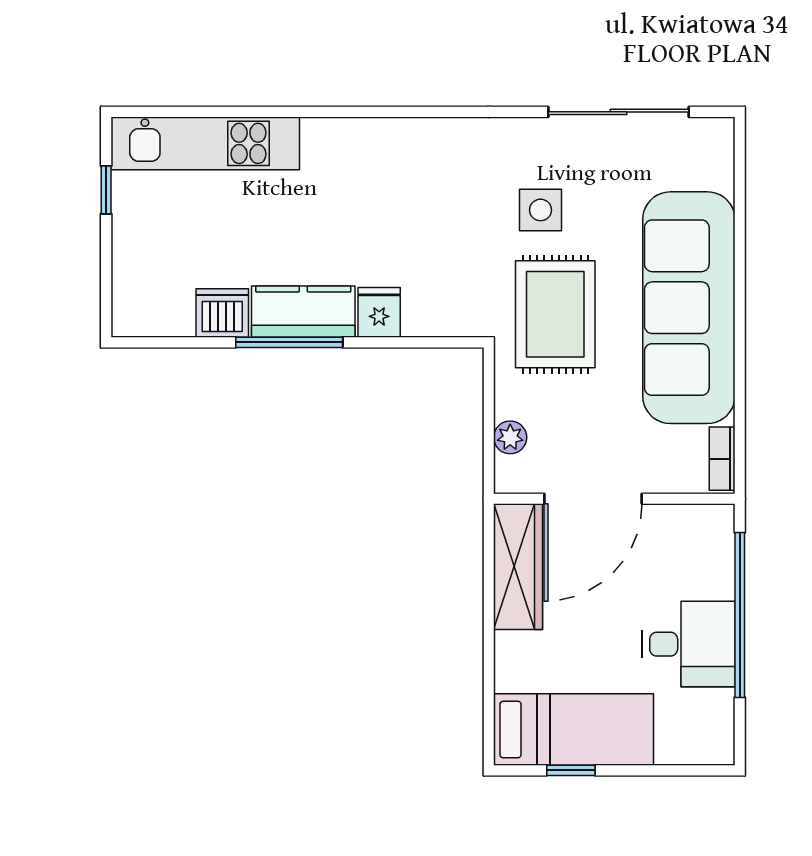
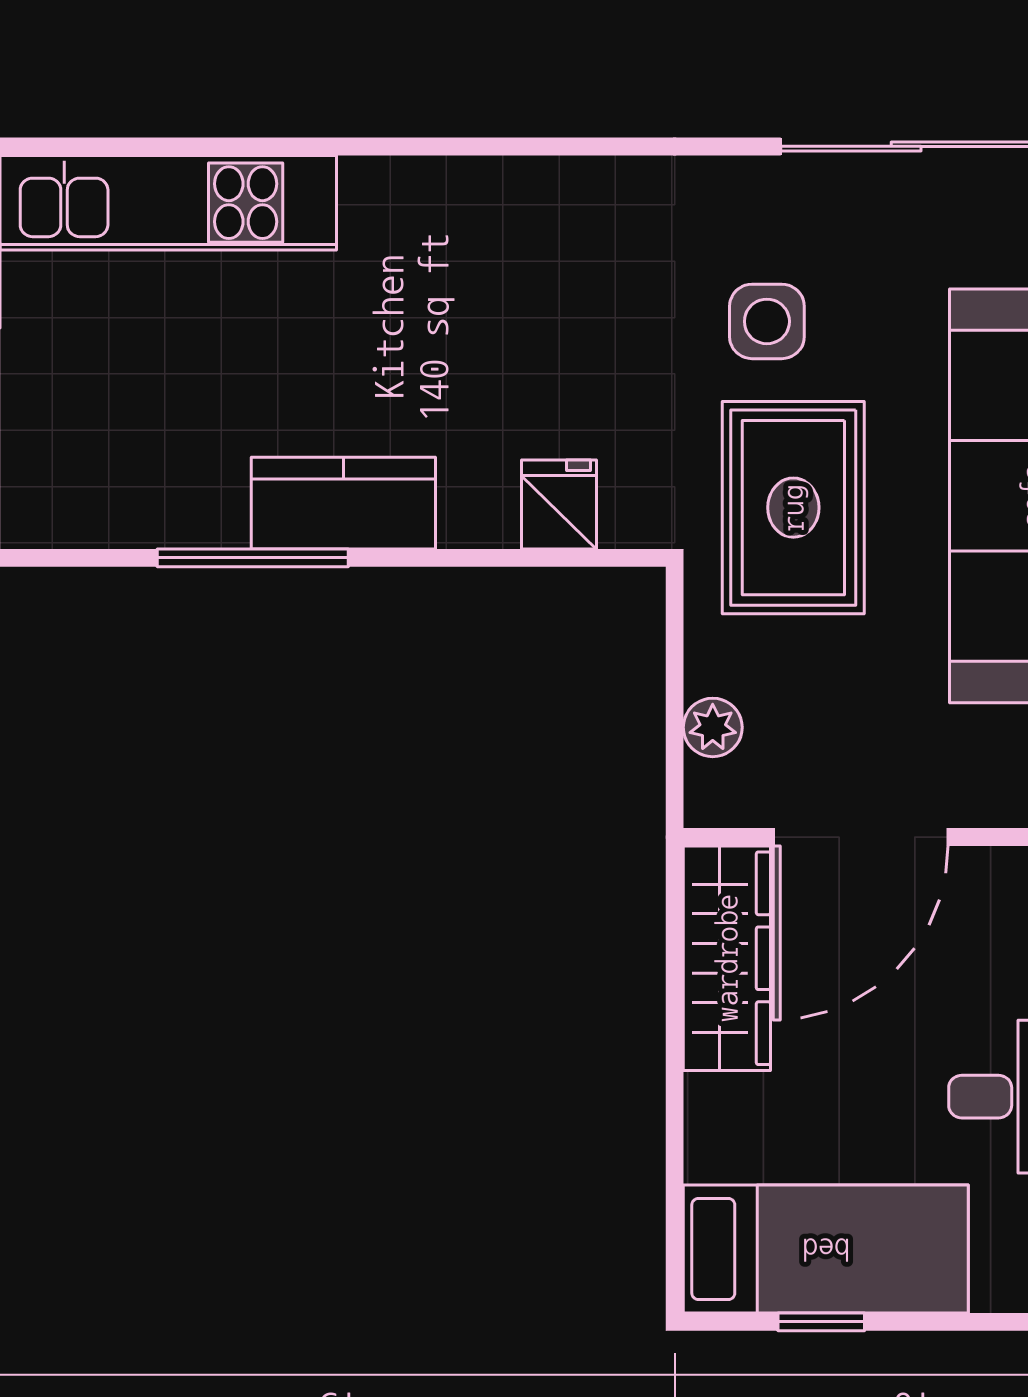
fridge: (379, 312) -> (559, 504), moved
dishwasher: (222, 313) -> (199, 505), removed
window: (289, 342) -> (253, 558), moved

